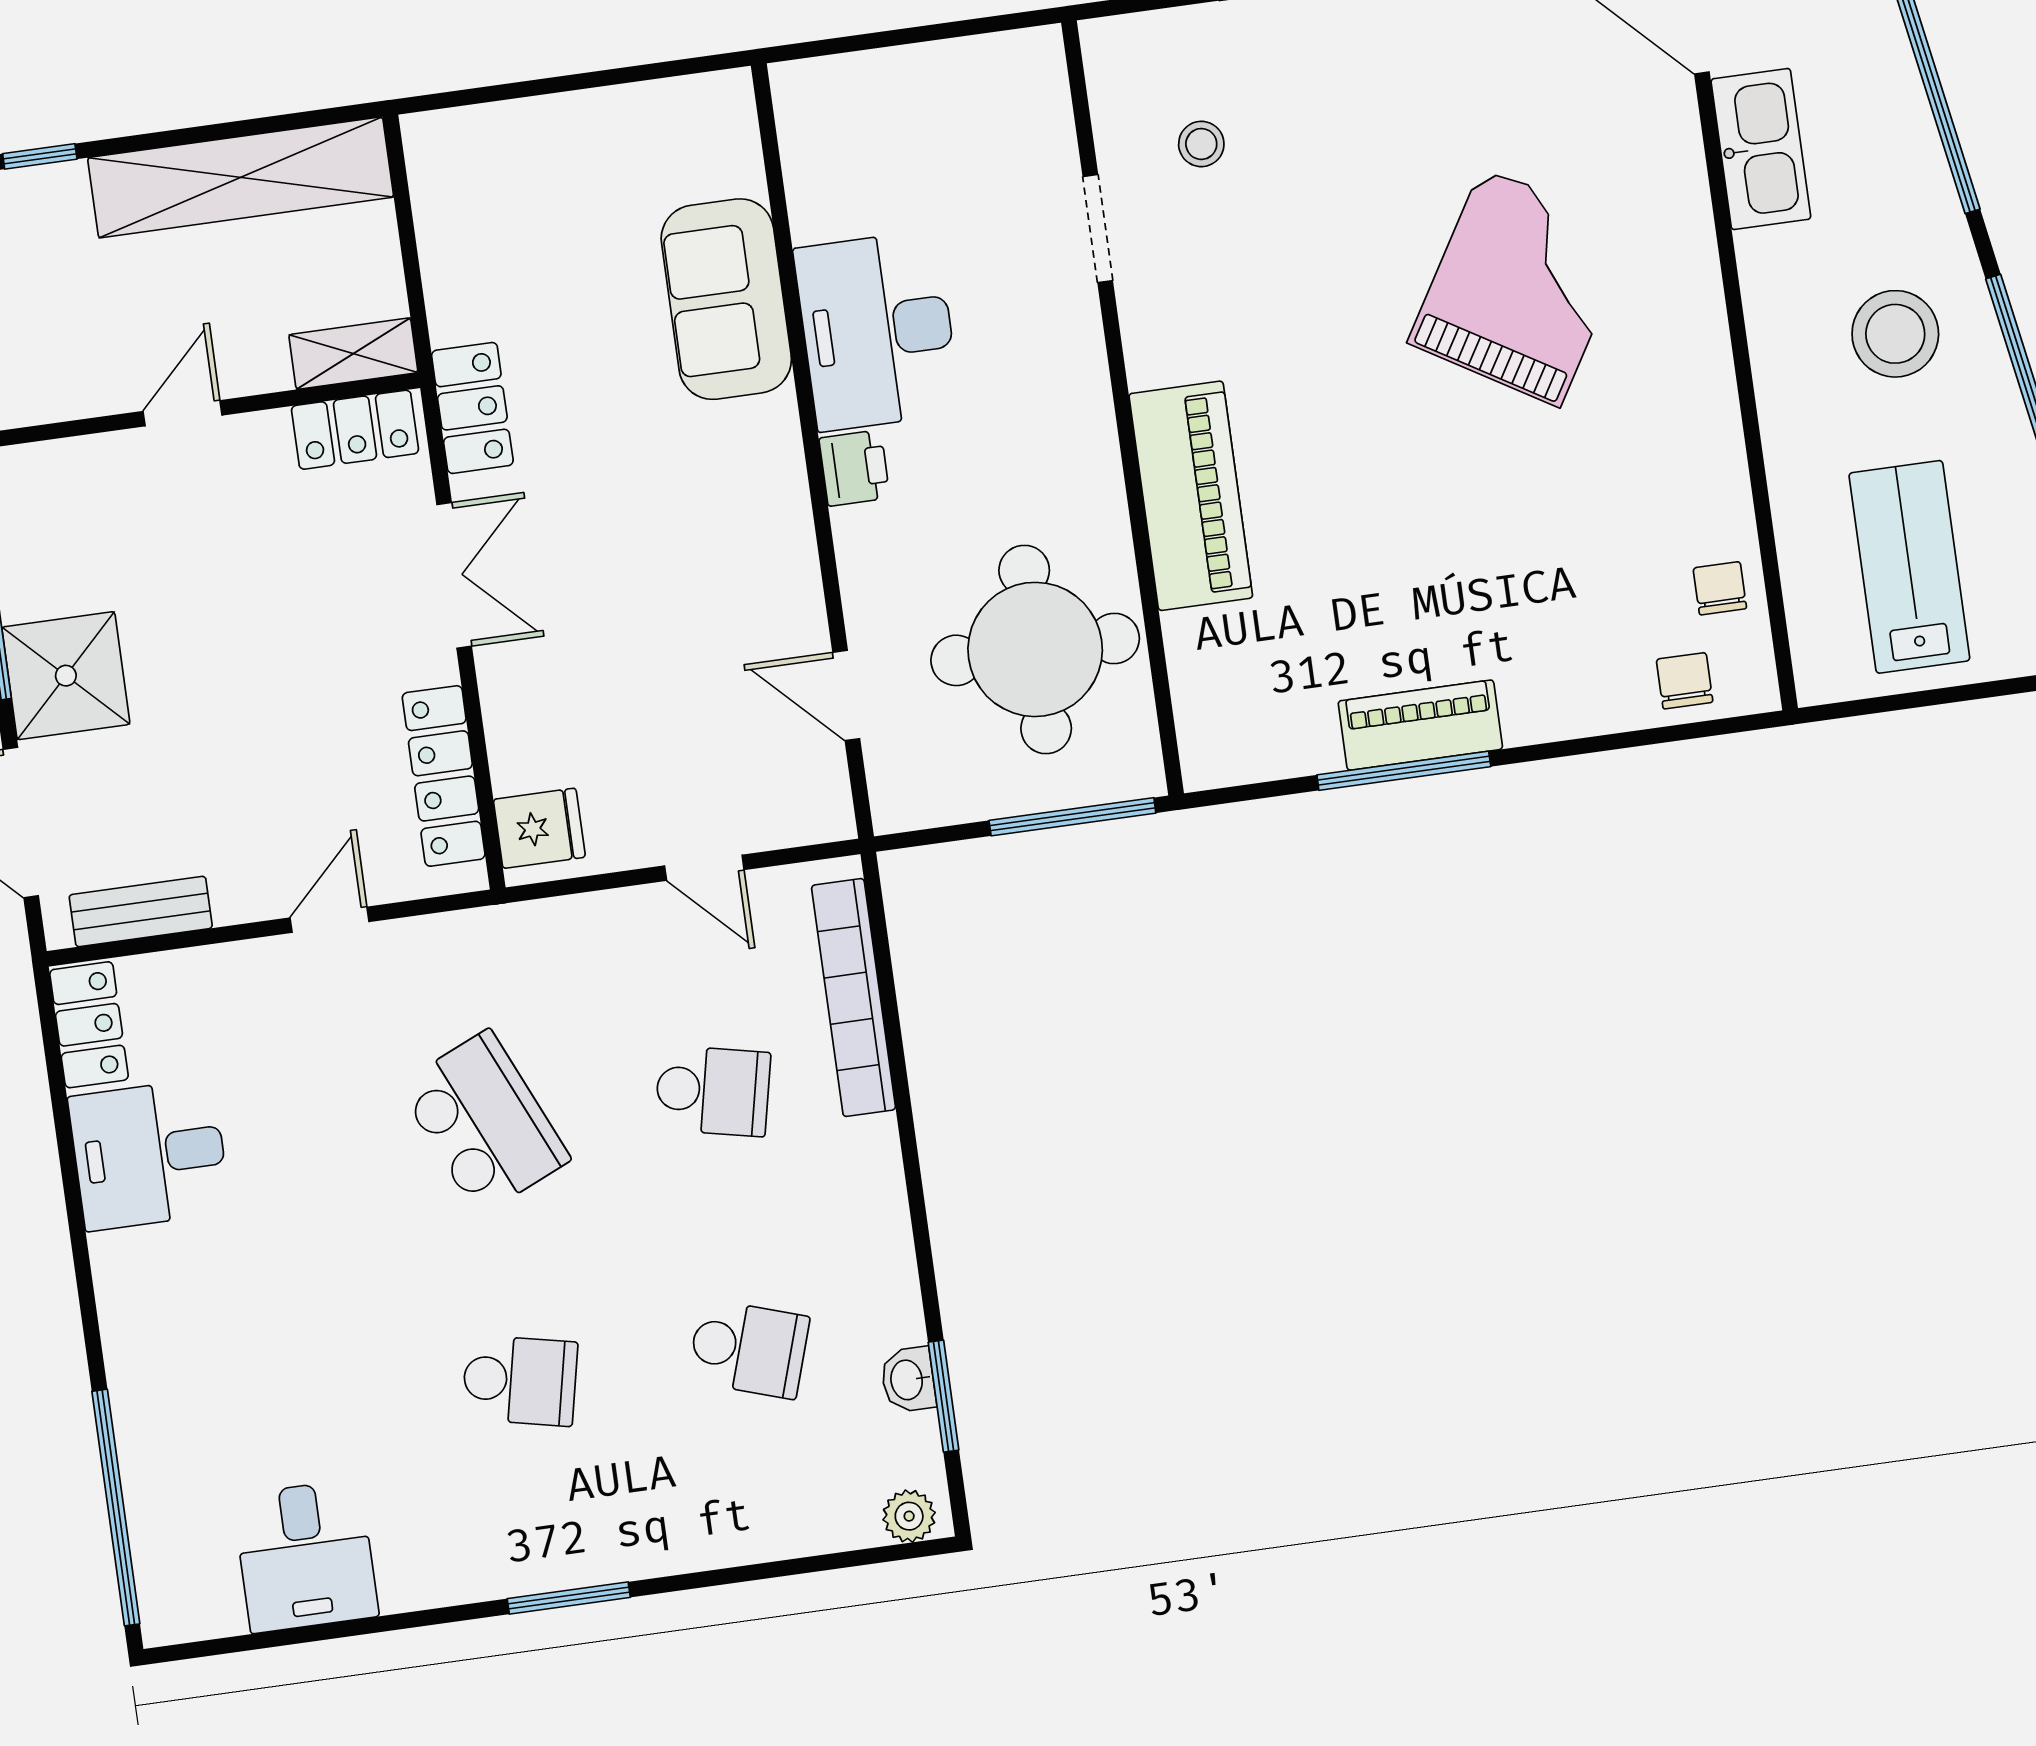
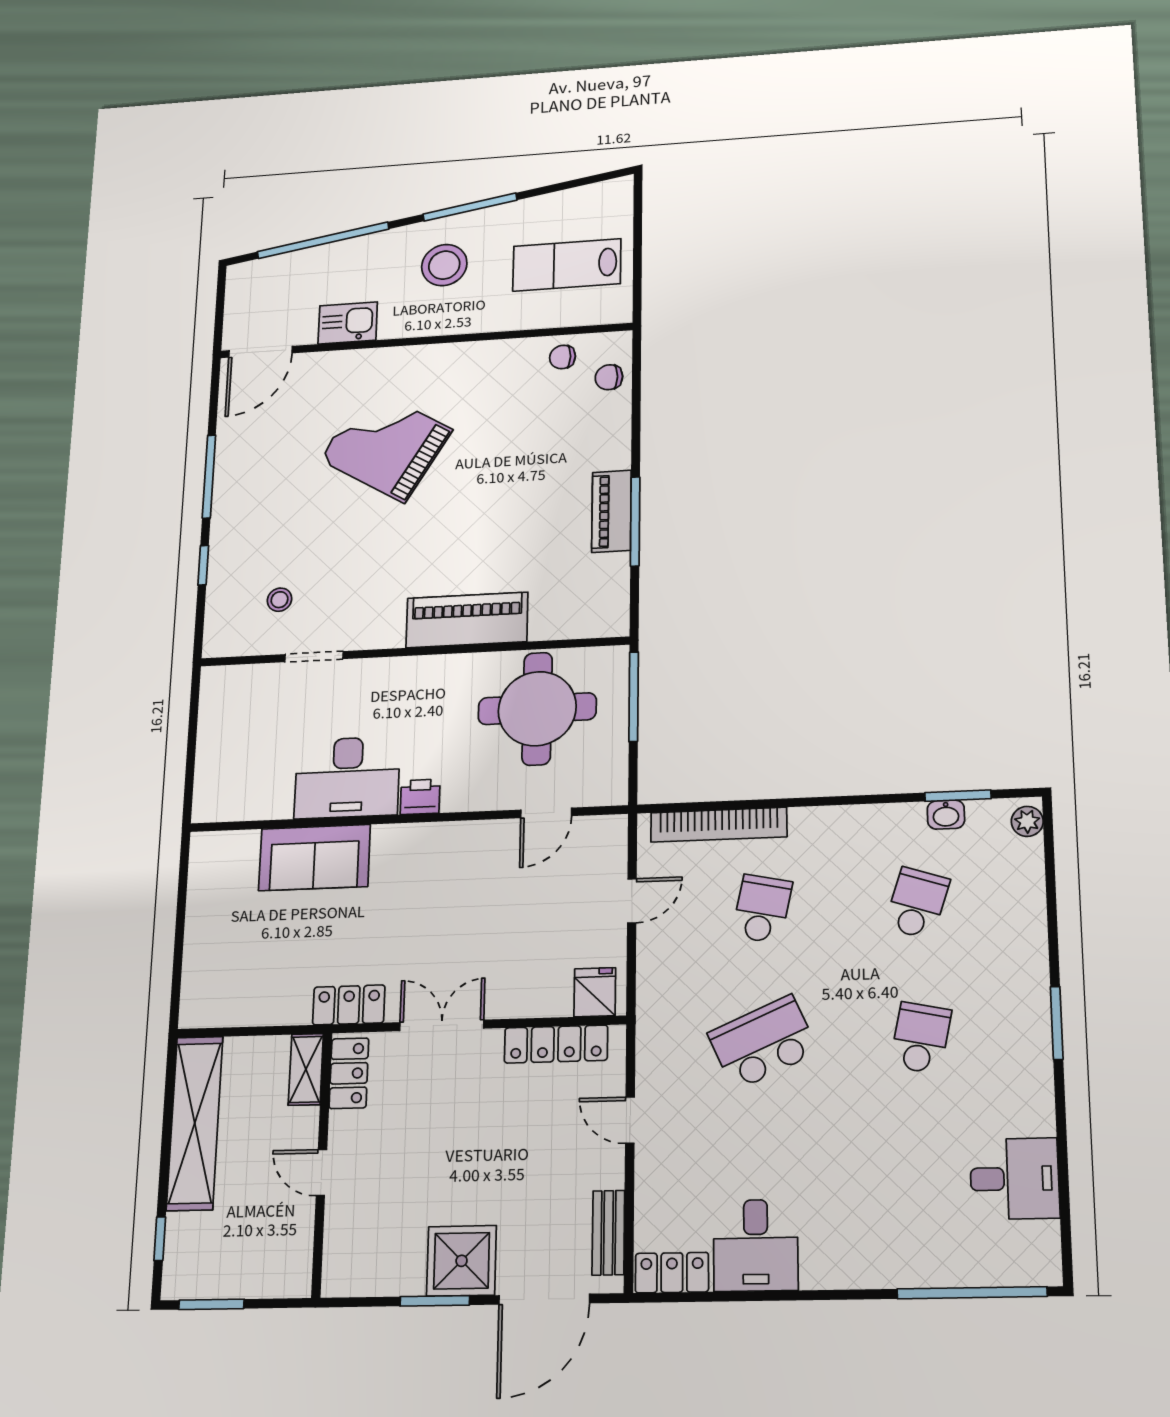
kitchen sink: (1761, 149) -> (348, 323), width x0.73

